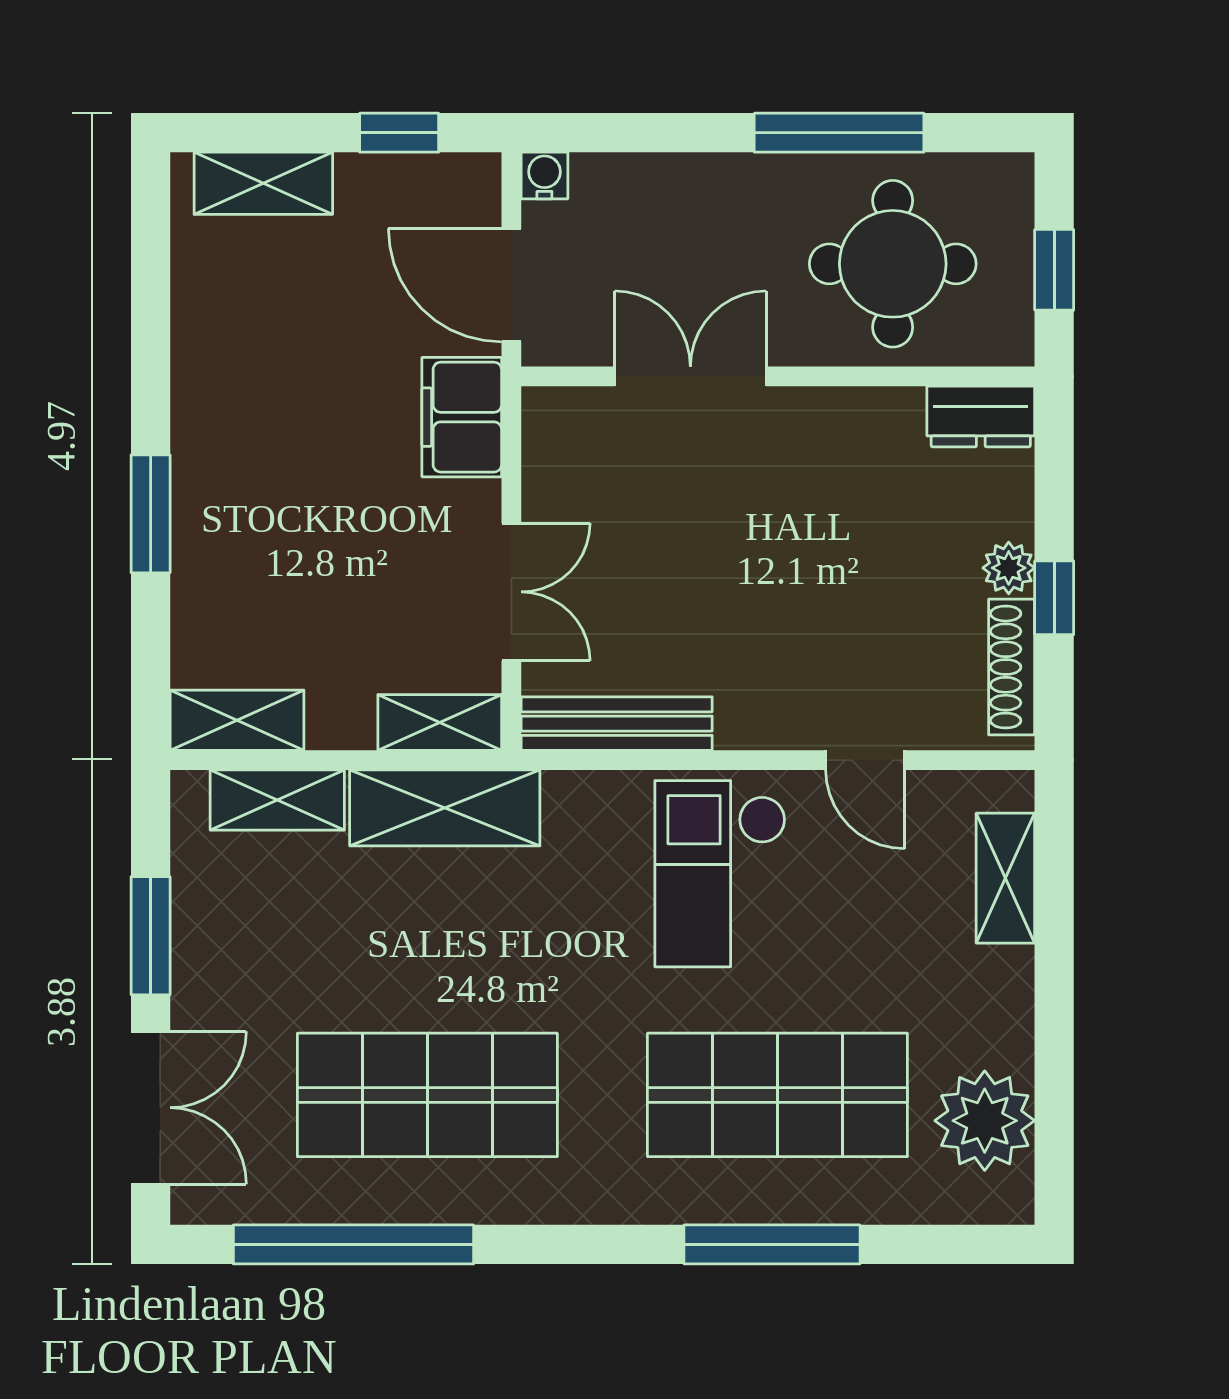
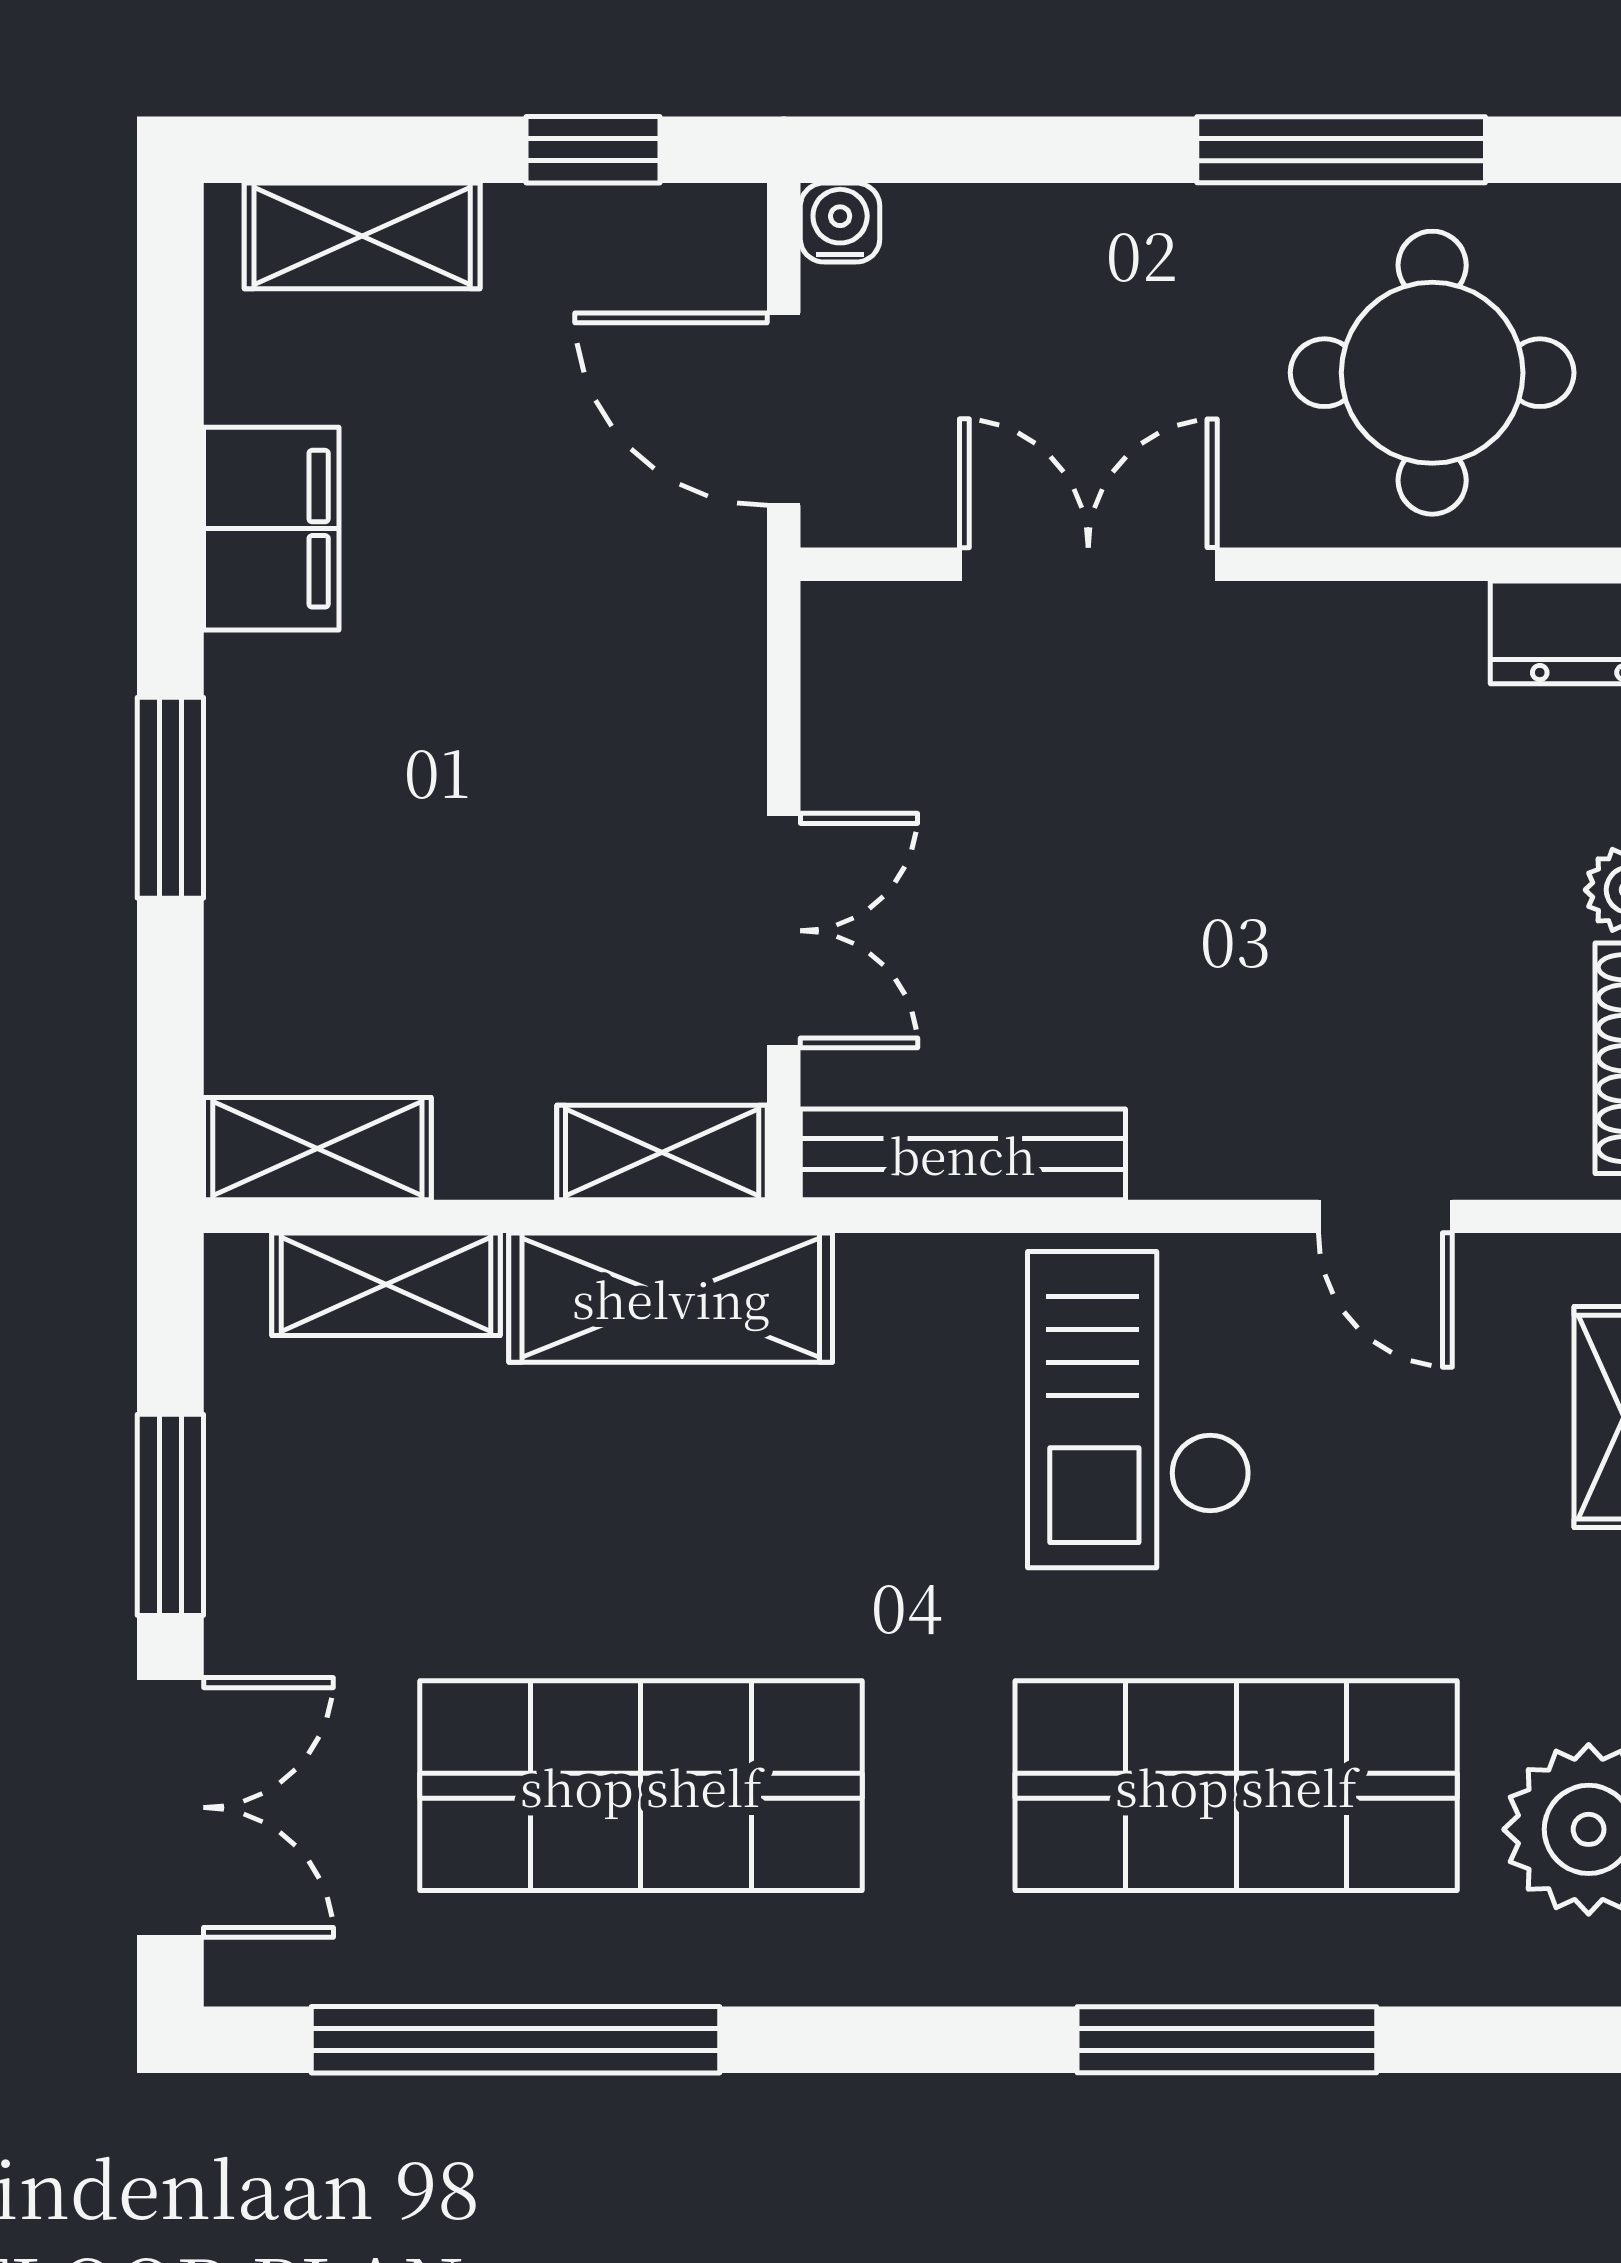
filing cabinet: (462, 417) -> (271, 529), moved, turned 180

